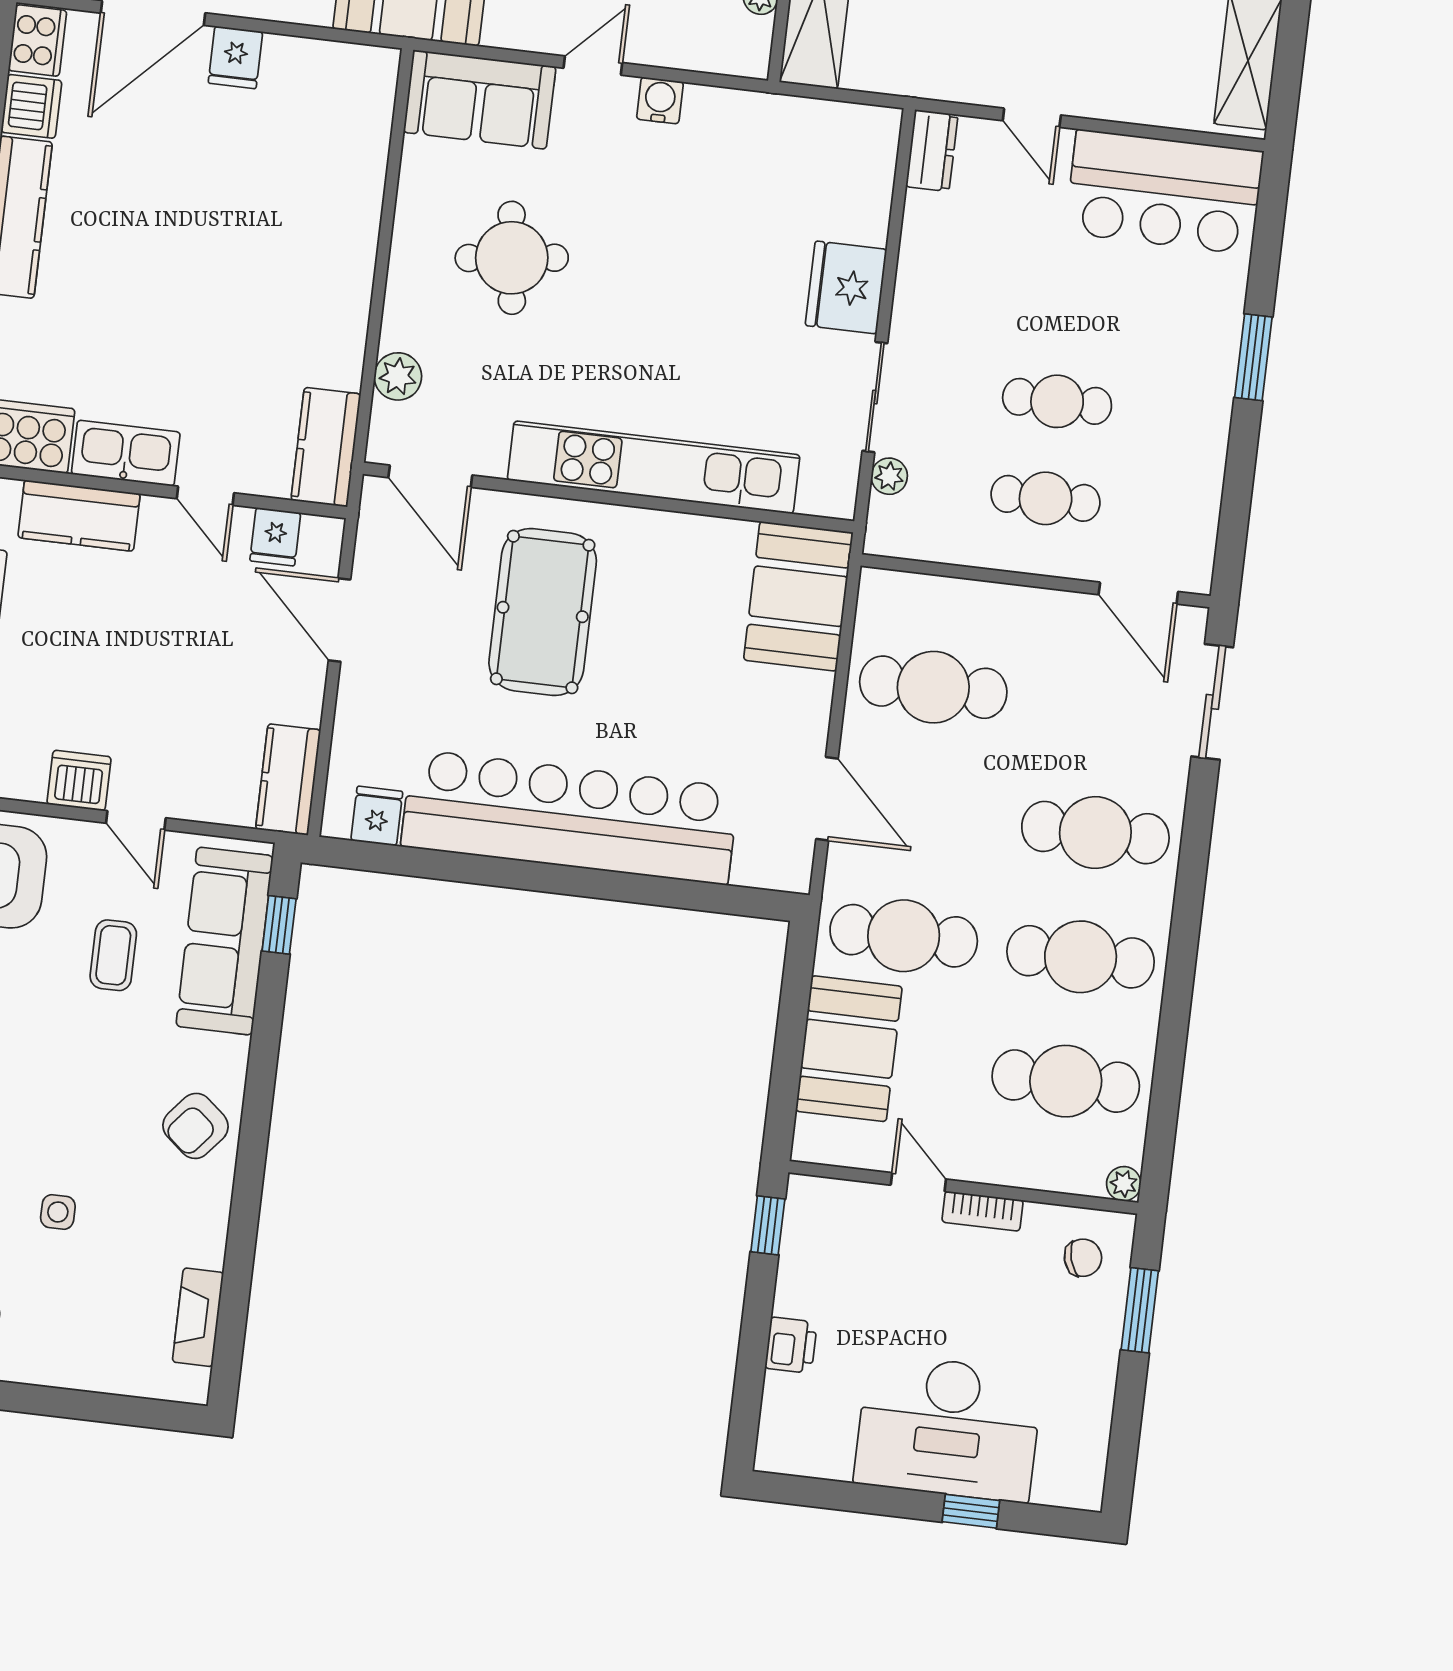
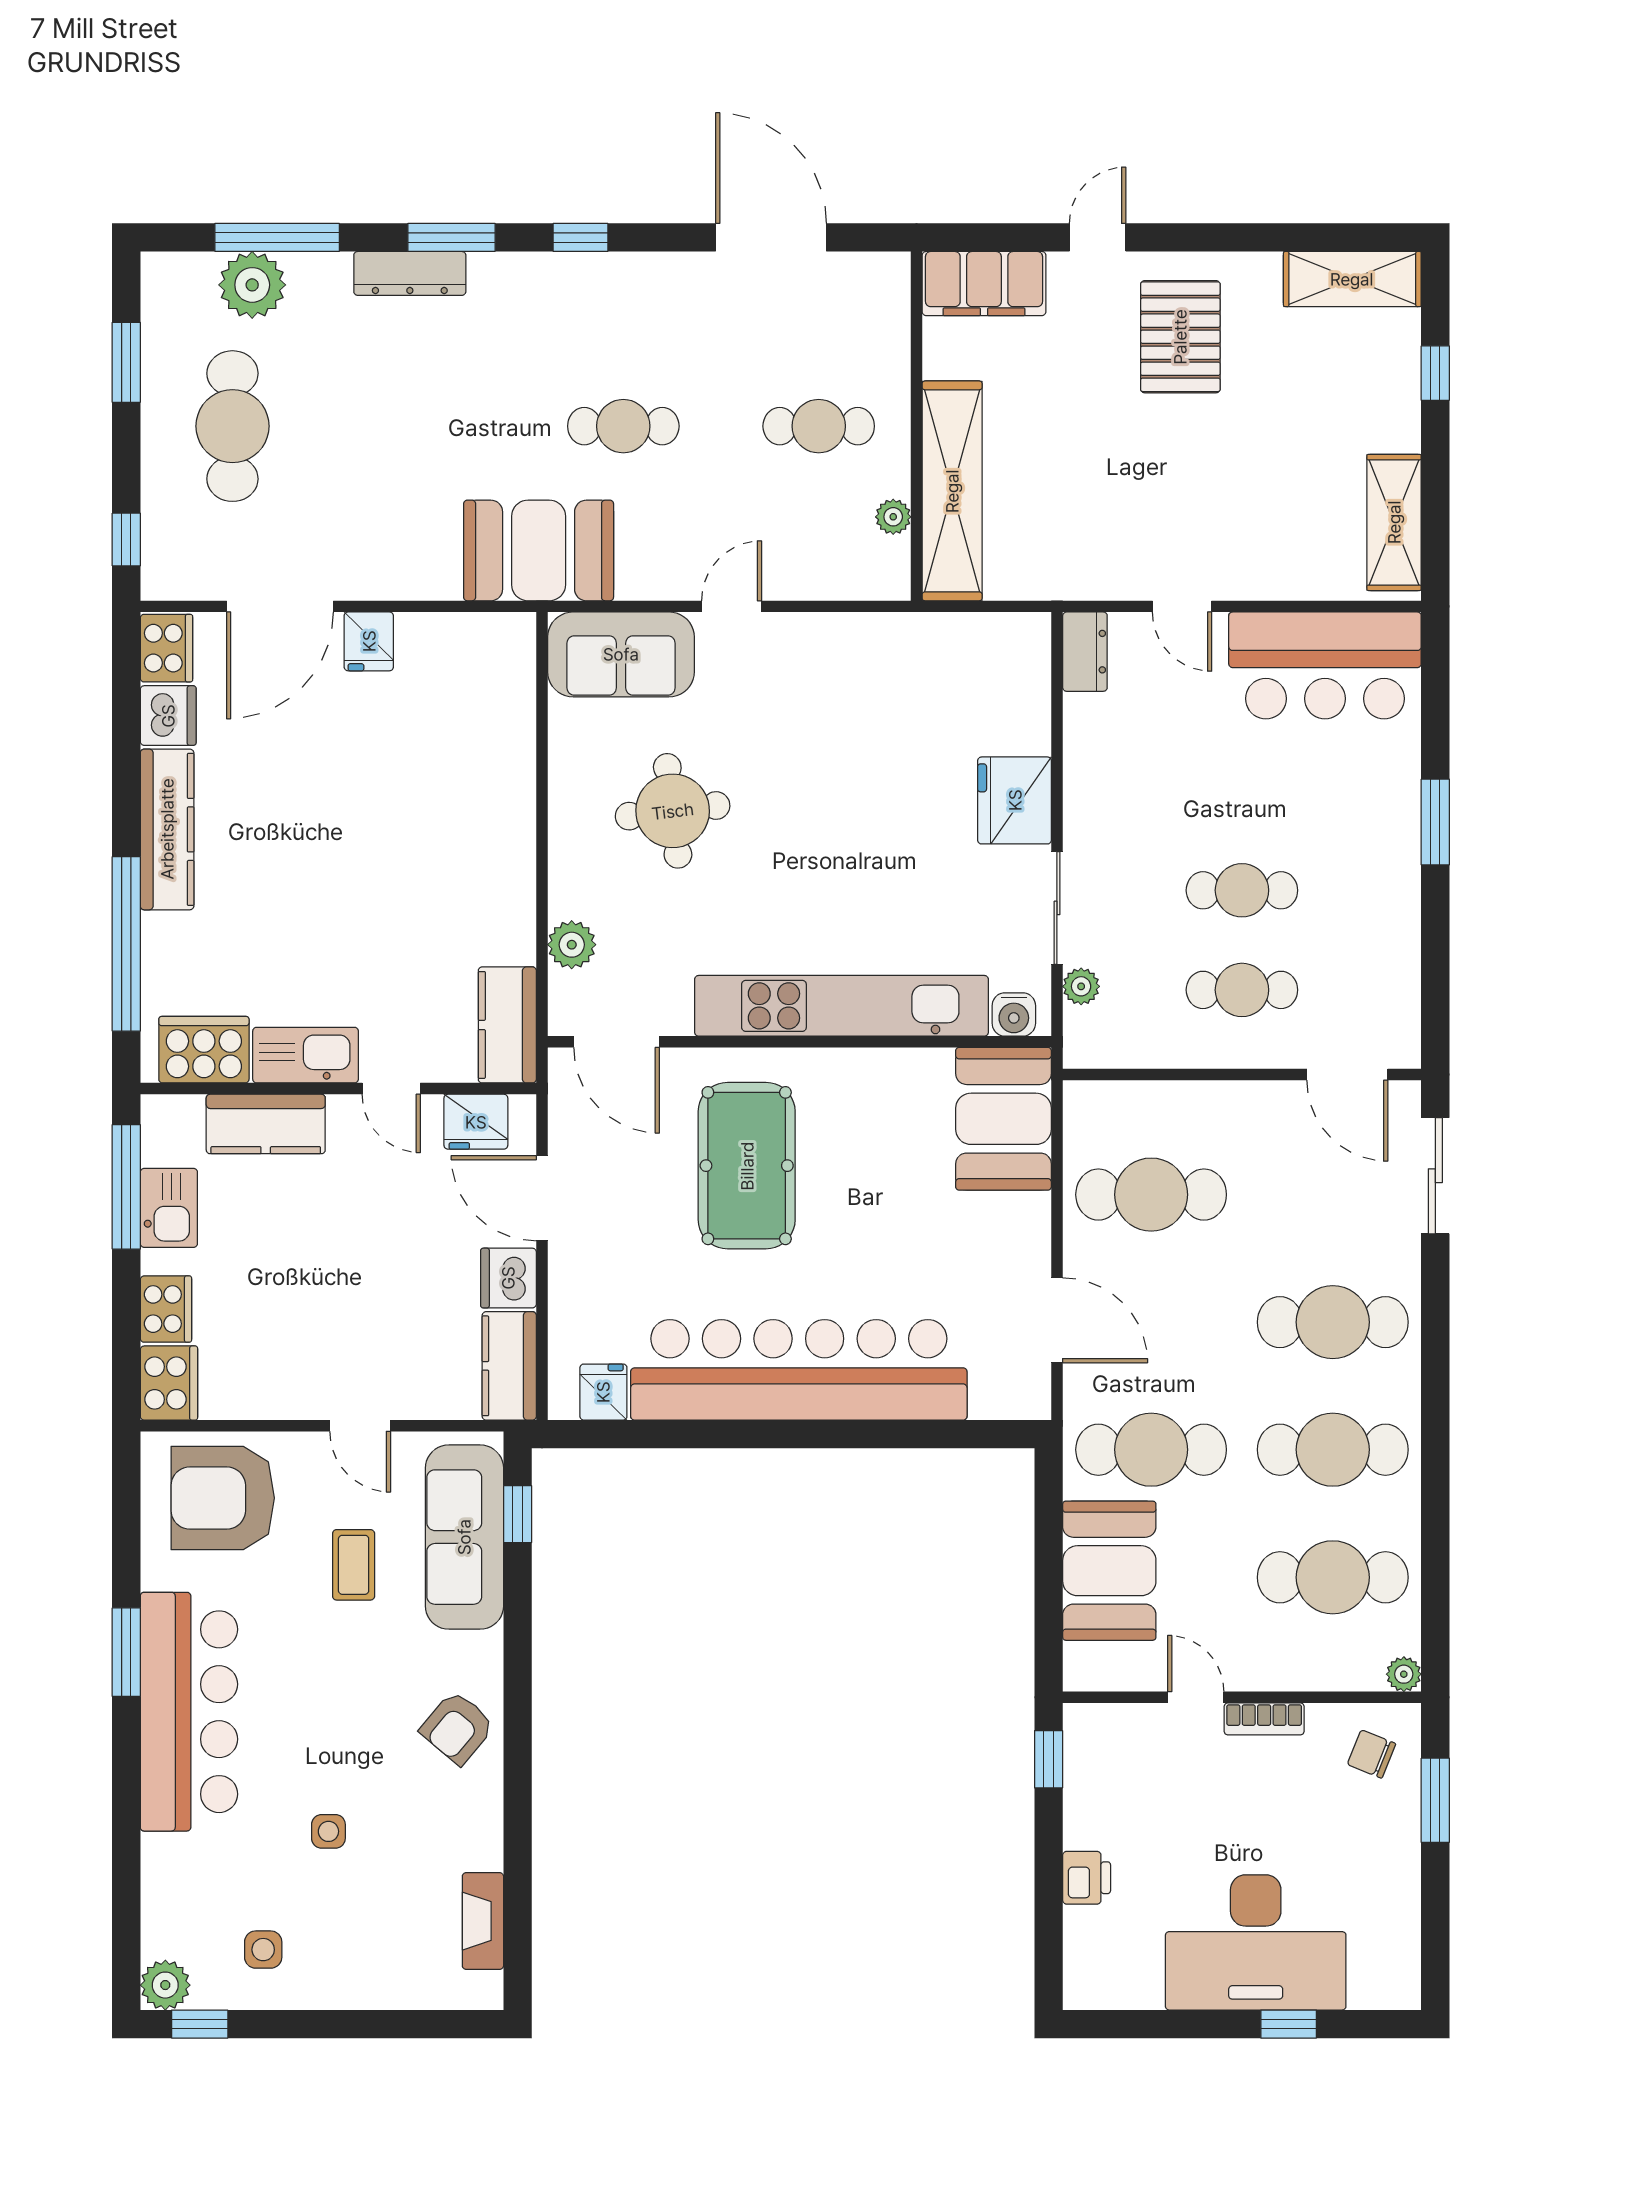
water cooler: (660, 100) -> (1014, 1014), moved, turned 180
fridge: (275, 537) -> (476, 1122), width x1.38
dishwasher: (79, 781) -> (508, 1278), moved, turned -90
chair: (1083, 1258) -> (1371, 1754), turned -142

